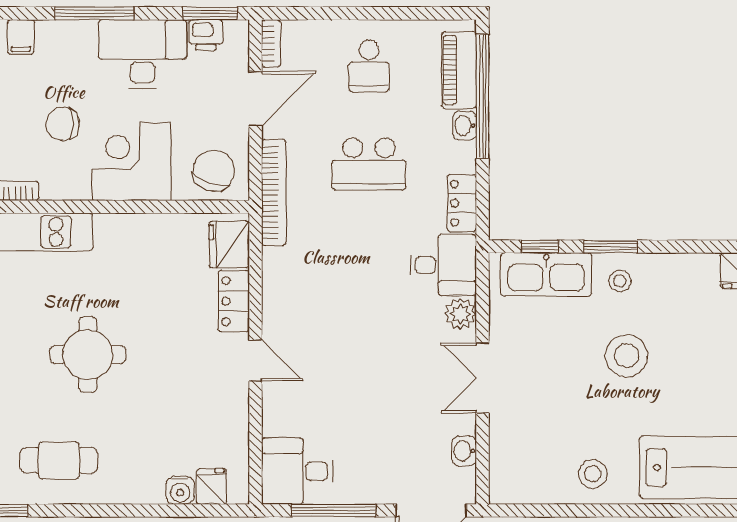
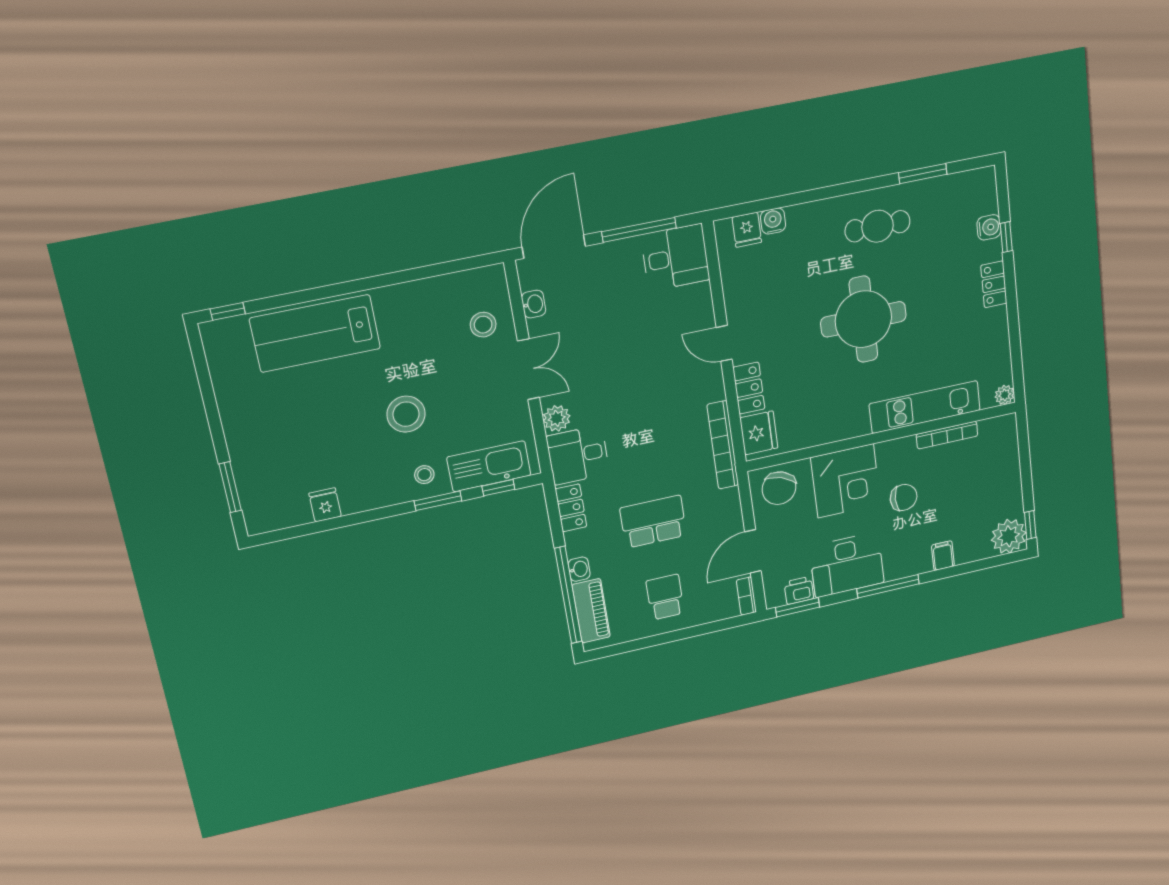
bookcase: (274, 192) -> (723, 445), moved
round table: (88, 355) -> (863, 319), width x1.36, depth x1.36
stool: (593, 474) -> (483, 325), moved

